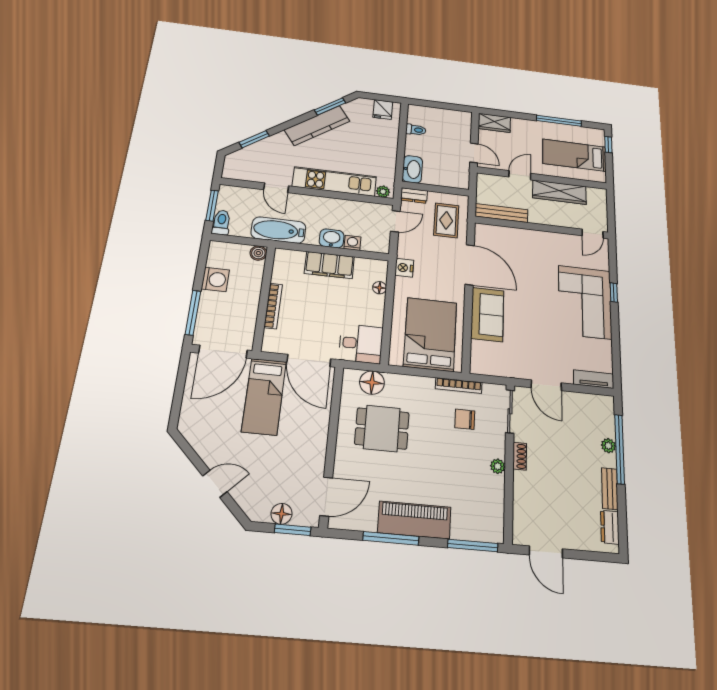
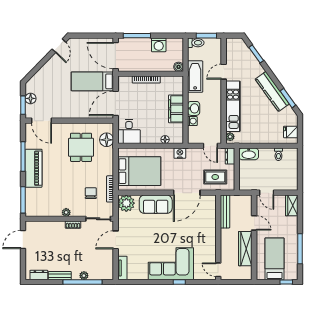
door: (474, 153) -> (267, 193), hinge flipped
plant: (484, 361) -> (126, 203), added
door: (215, 484) -> (59, 46), moved

